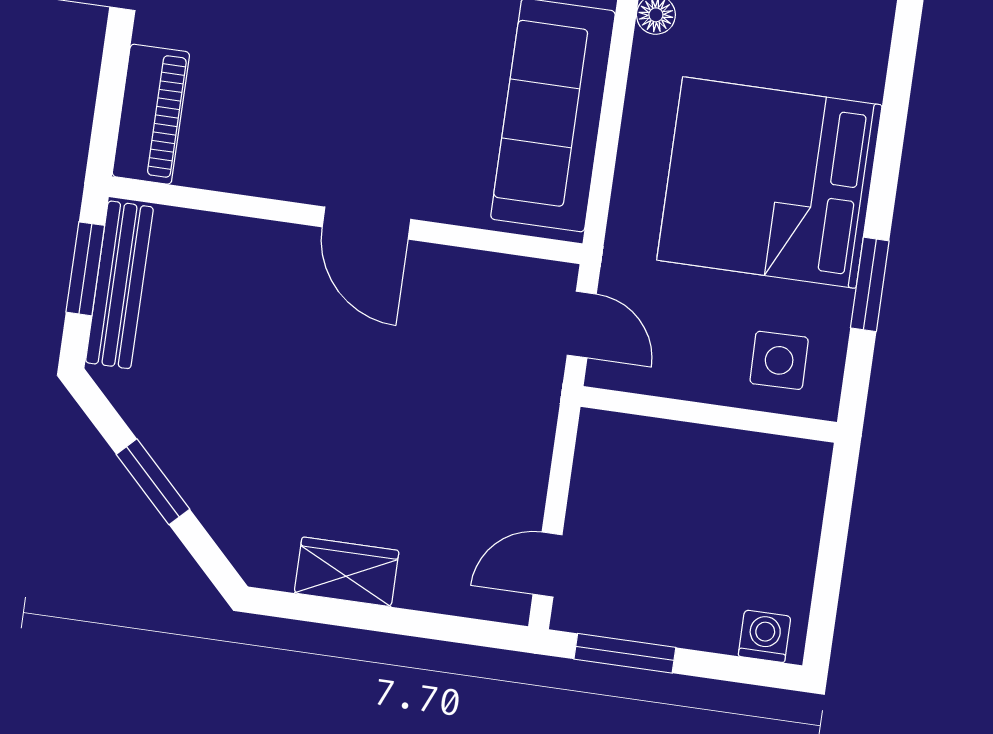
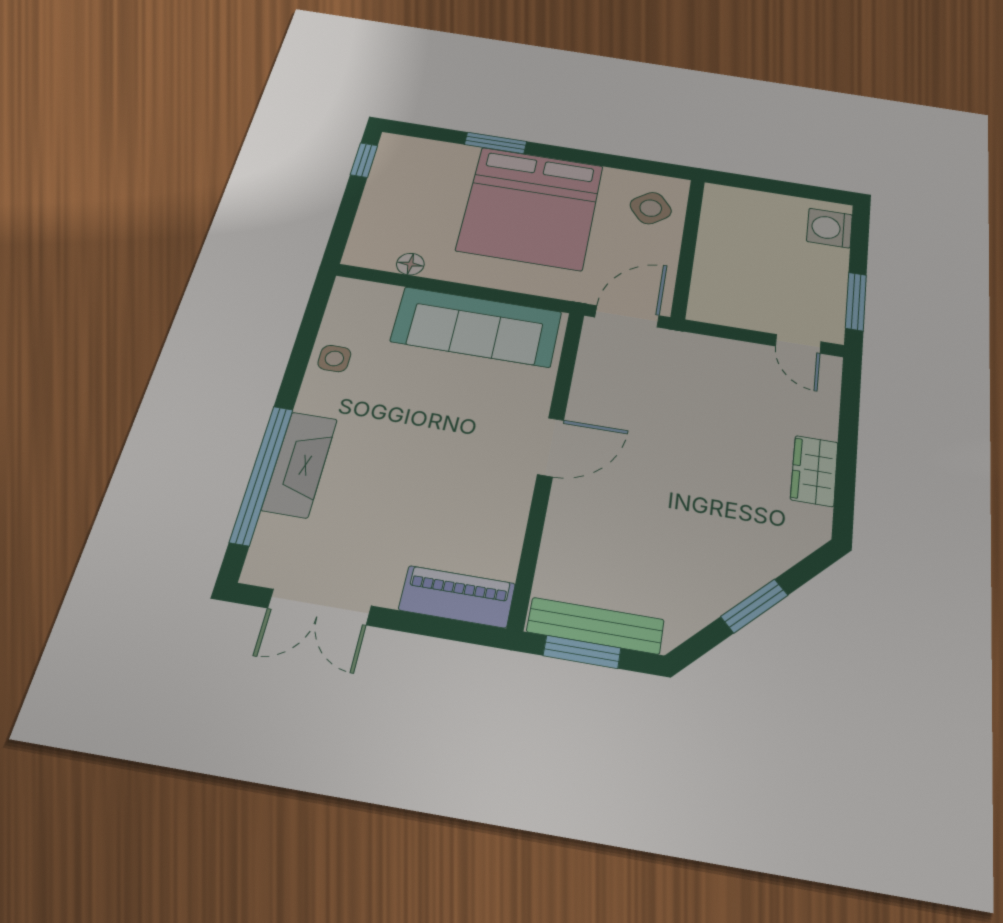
window: (870, 284) -> (496, 143), moved
door: (582, 325) -> (627, 316), width x1.38
side table: (779, 360) -> (651, 208), turned -37
washing machine: (765, 636) -> (830, 228), width x1.38, depth x1.38

